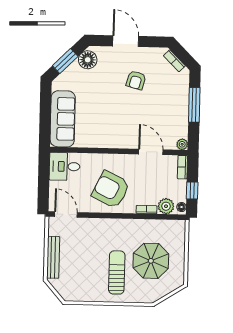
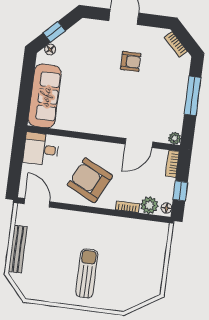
floor lamp: (88, 60) -> (50, 50), moved, width x0.53, depth x0.53
window: (65, 61) -> (54, 32), width x0.67
armchair: (136, 80) -> (131, 61), turned -105
door: (151, 152) -> (139, 143), swing flipped
parasol: (151, 261) -> (126, 264), removed

